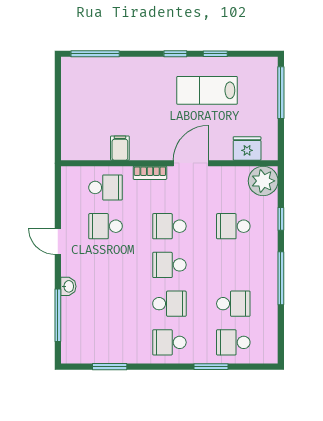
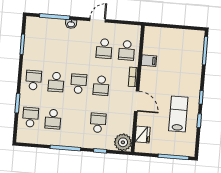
school desk: (105, 226) -> (104, 48), turned 180
school desk: (169, 226) -> (101, 86), turned 180

